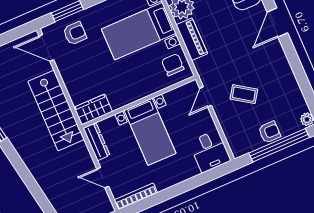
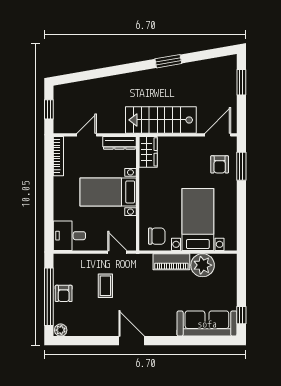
door: (277, 23) -> (132, 341), moved
coffee table: (244, 94) -> (105, 286), turned -34

